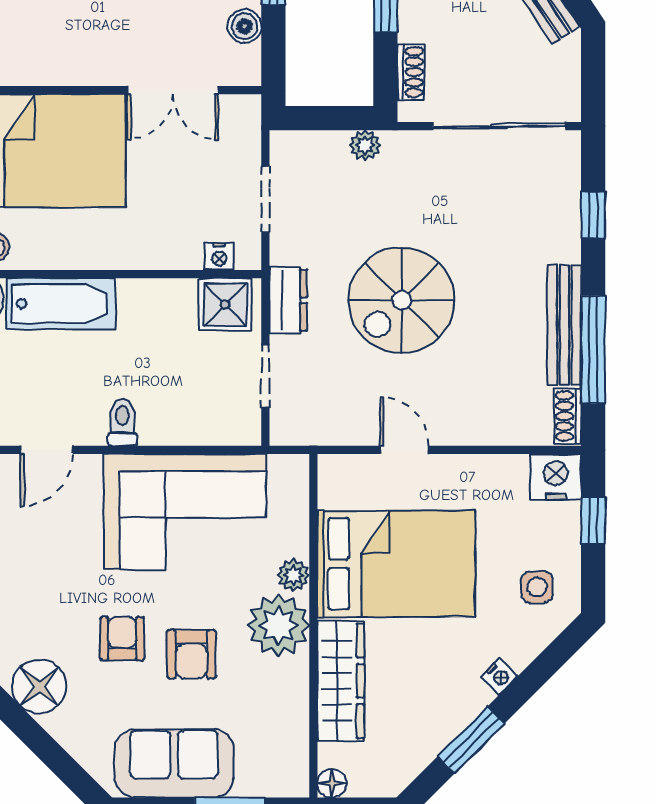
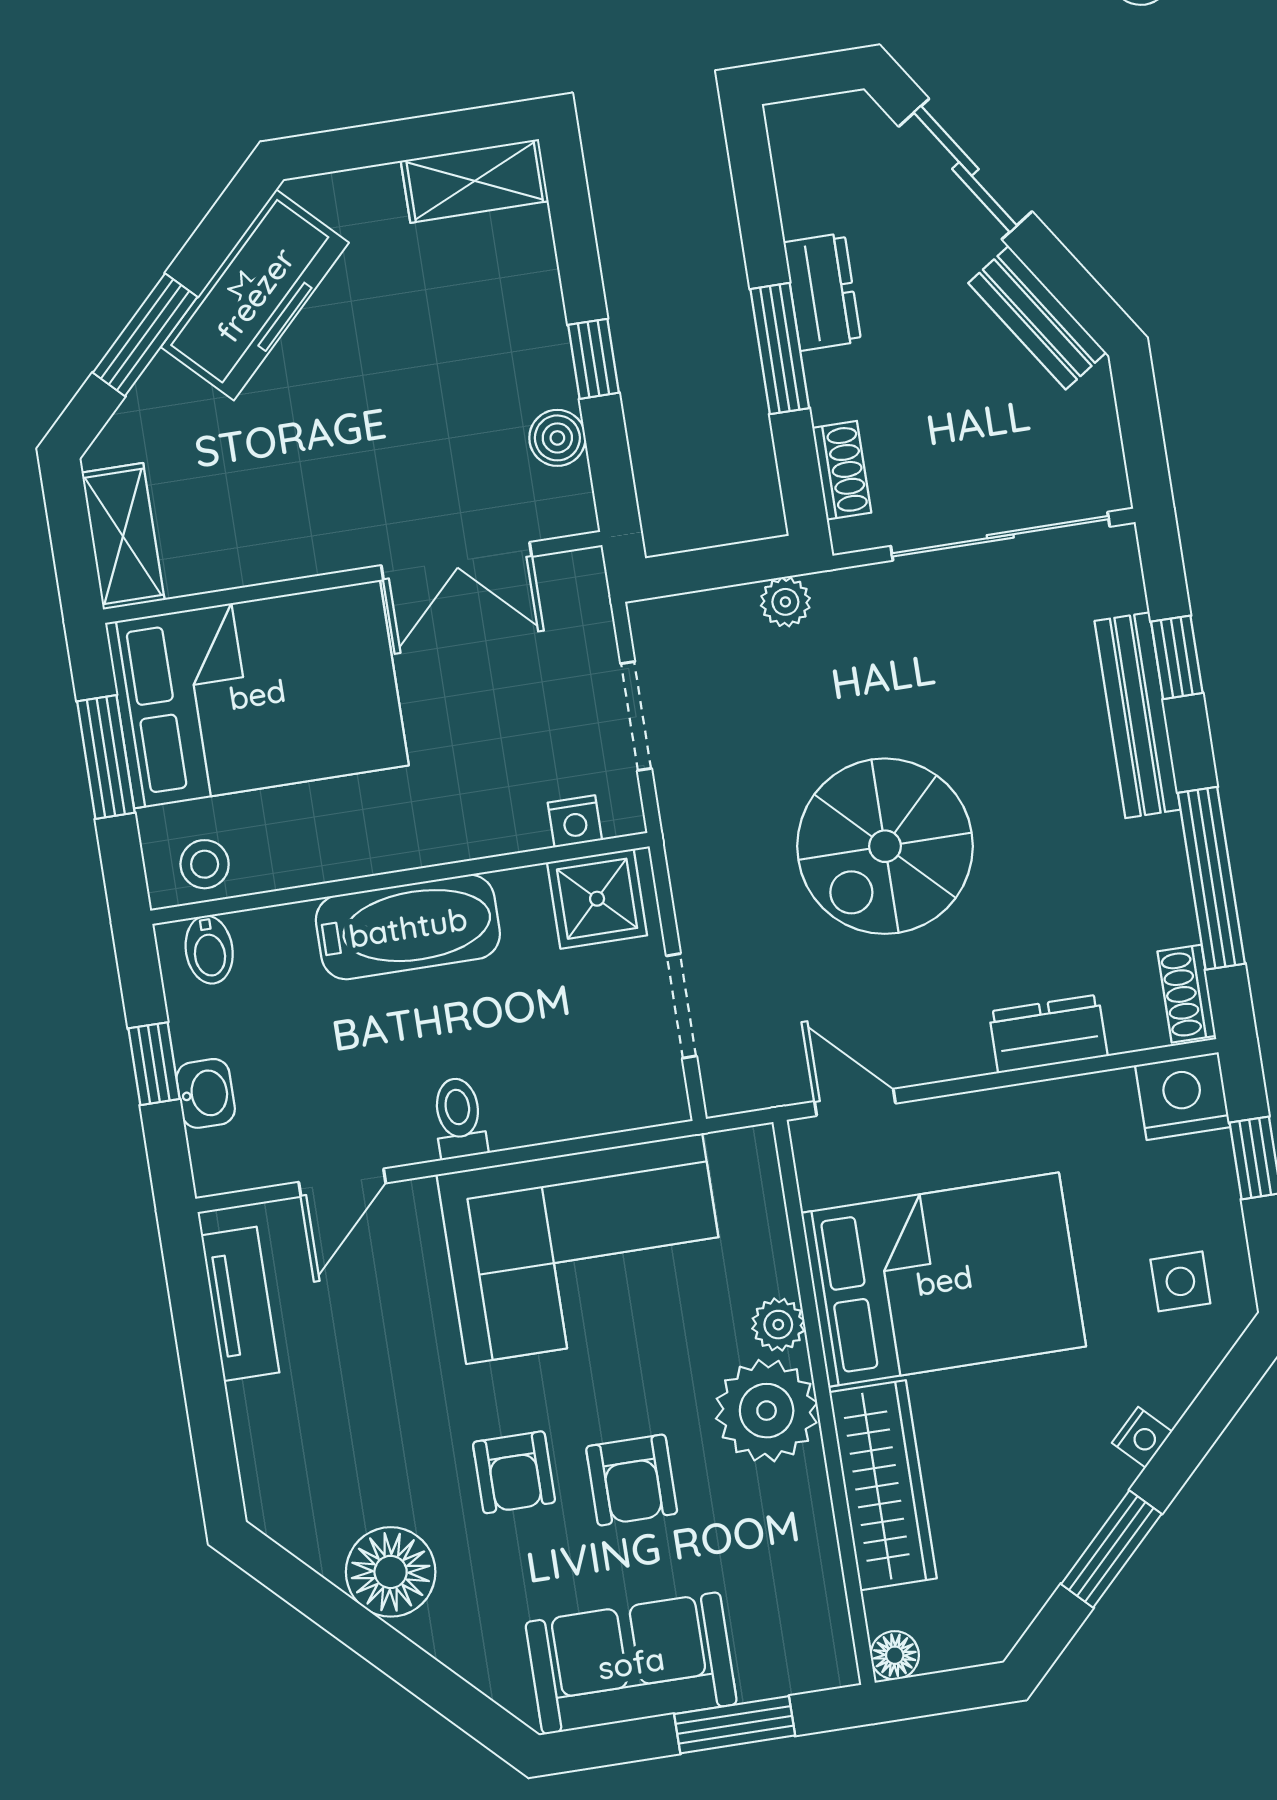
dresser: (288, 300) -> (1048, 1034), moved, turned -90
bathtub: (61, 304) -> (408, 927), moved
bench: (564, 325) -> (1137, 715), moved
door: (405, 450) -> (855, 1102), moved
armchair: (122, 639) -> (514, 1472), turned 180

